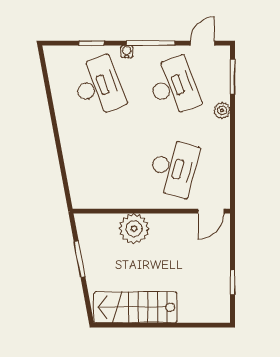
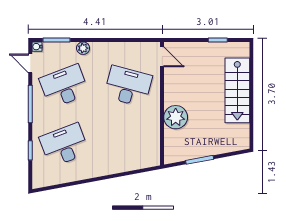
water cooler: (127, 52) -> (37, 47), moved
stairs: (136, 307) -> (237, 90), moved

